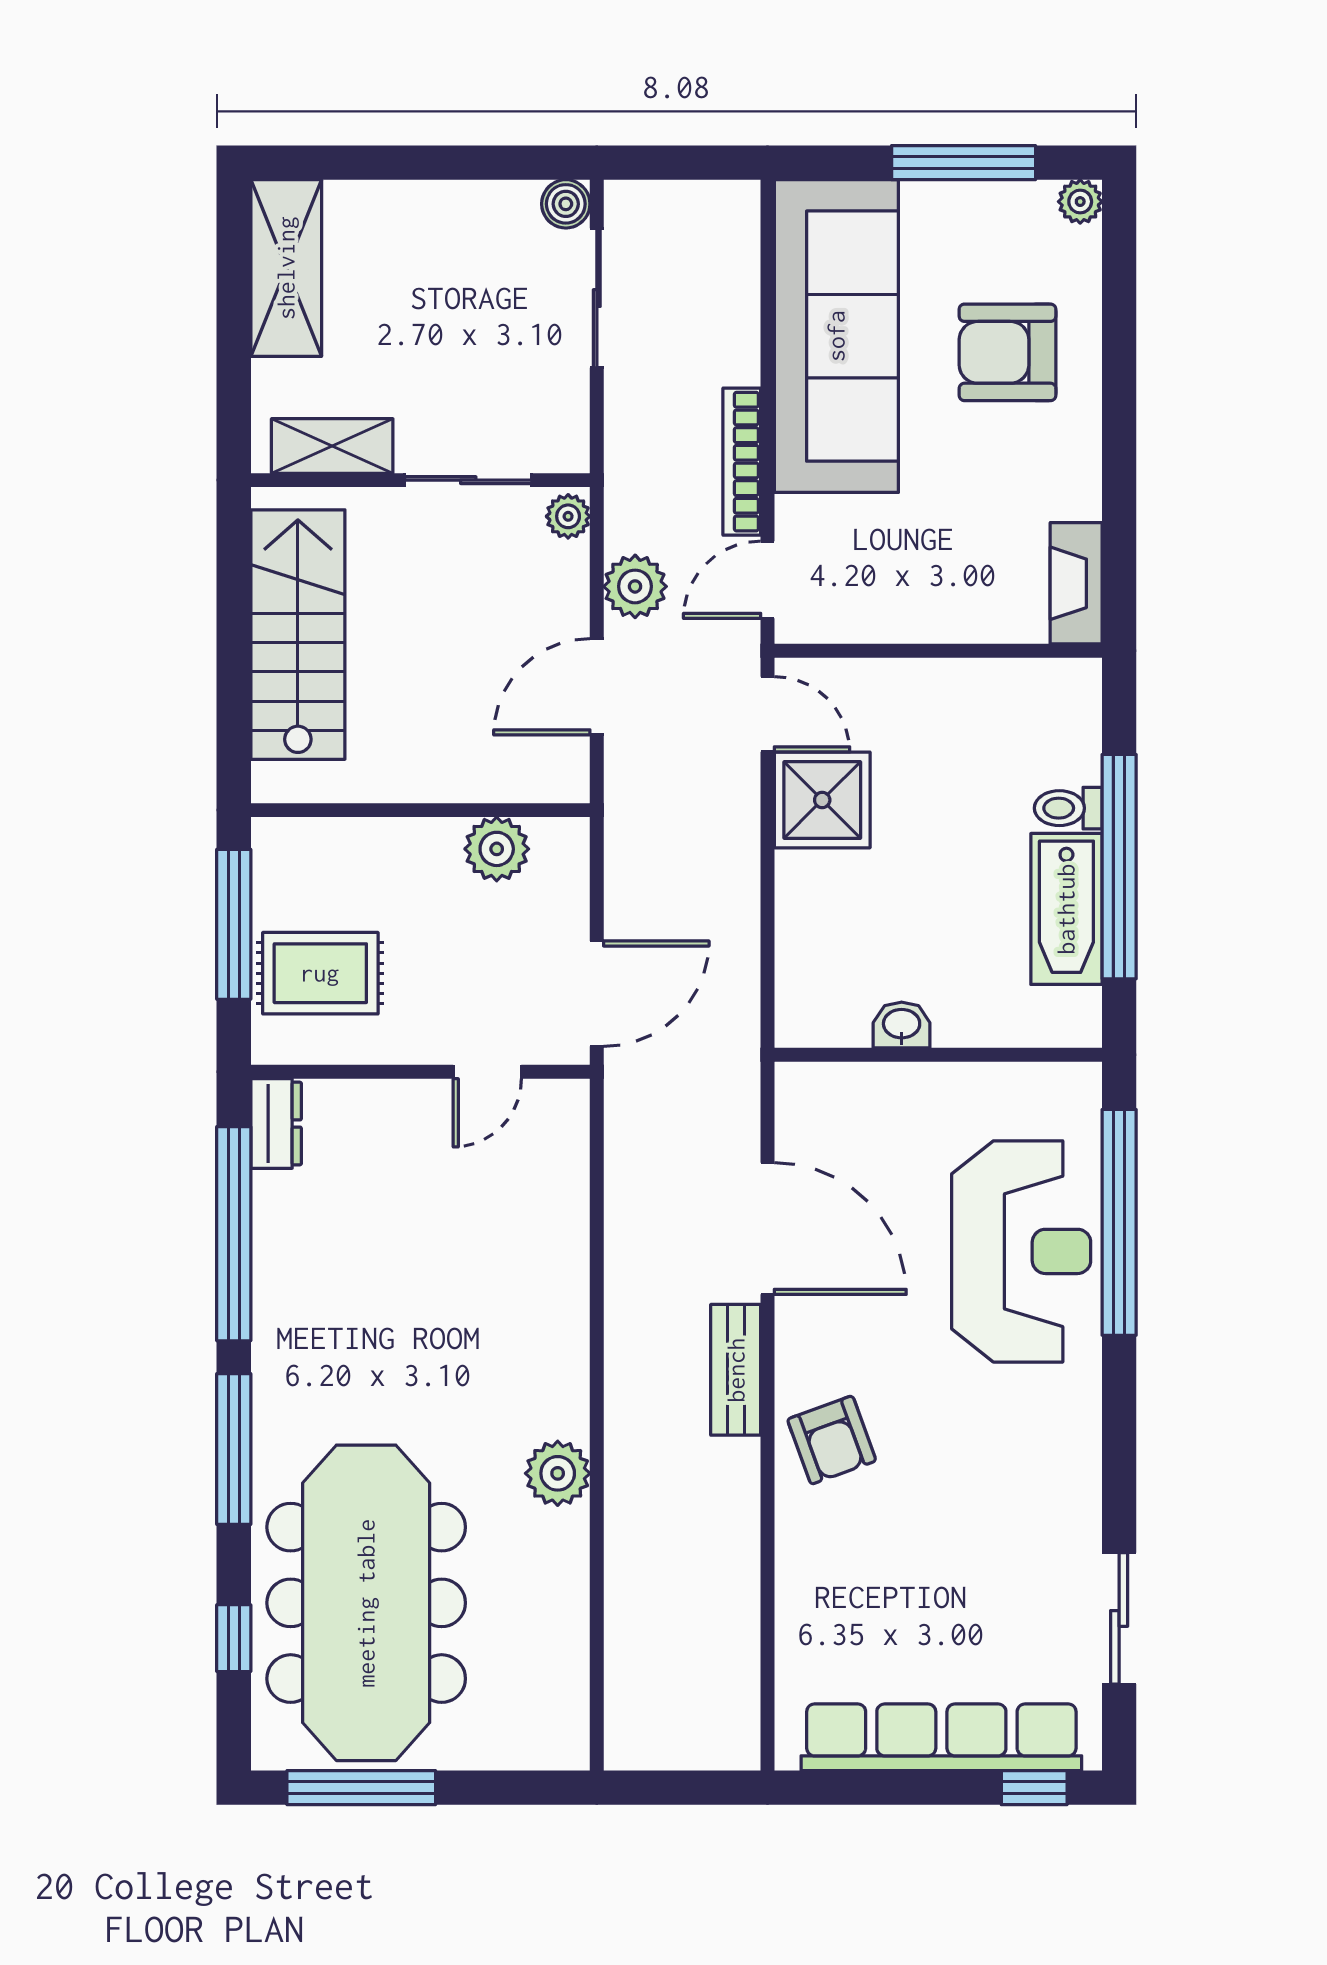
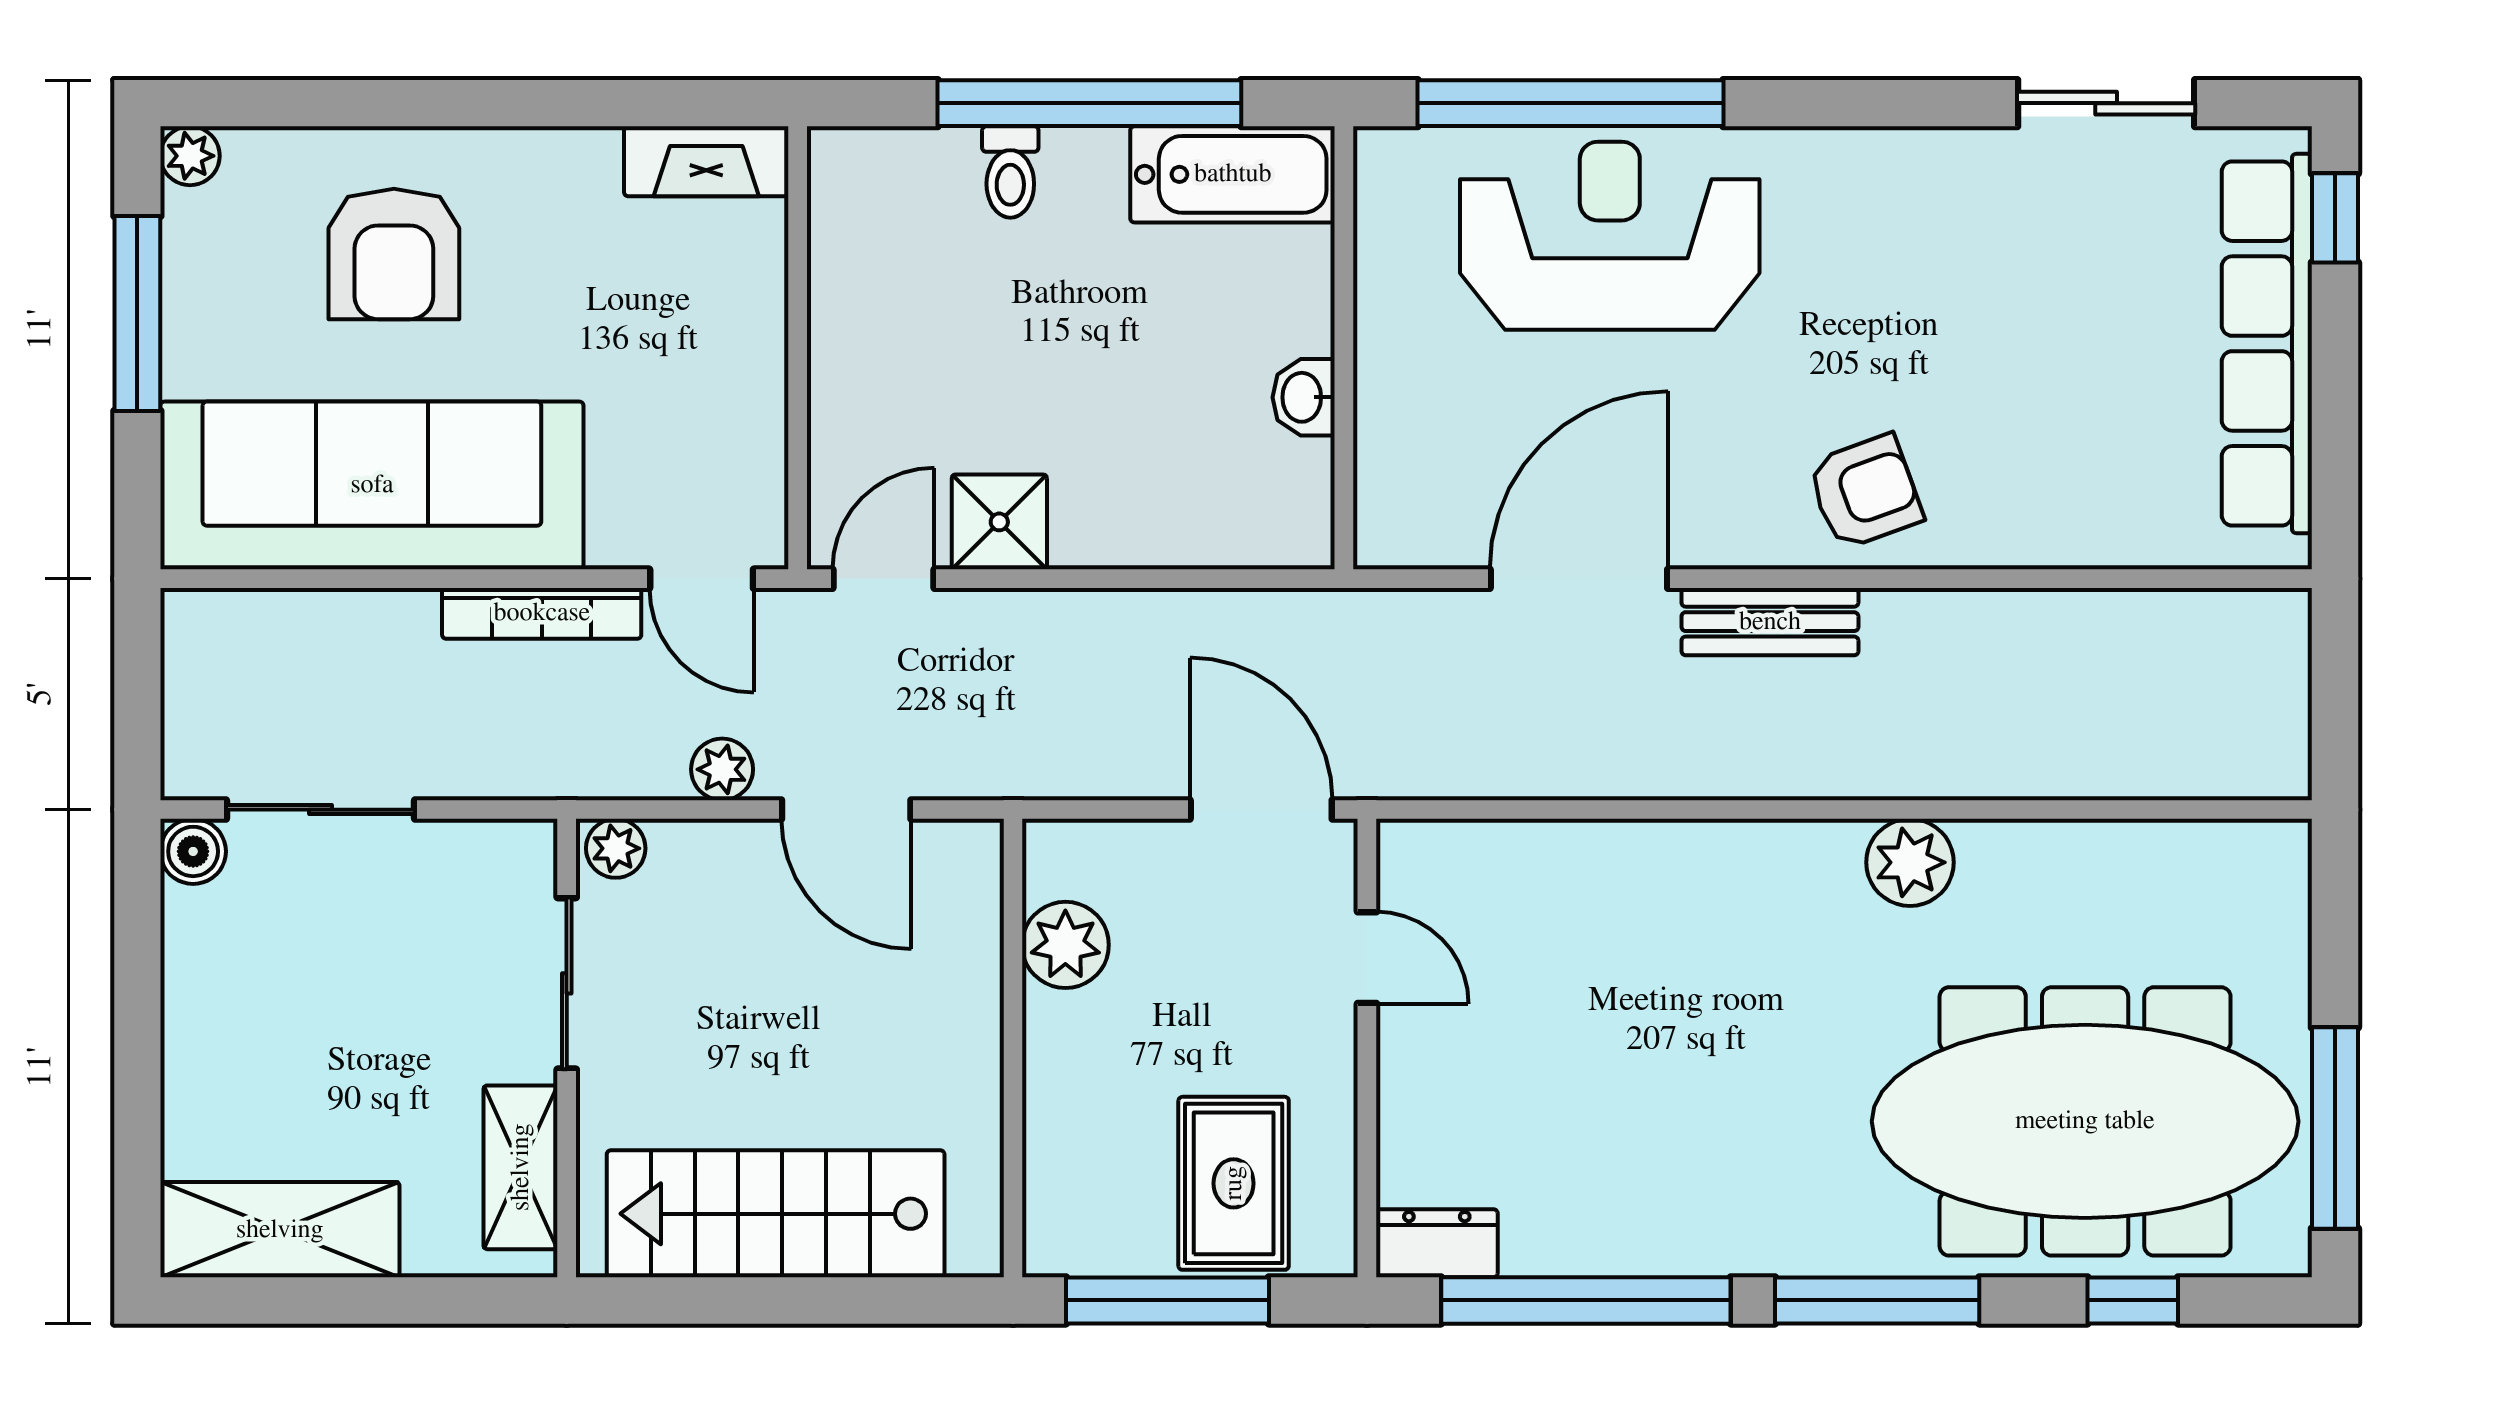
plant: (635, 586) -> (722, 769), width x0.73, depth x0.73
shower: (822, 800) -> (999, 522), width x0.73, depth x0.73
bathtub: (1066, 909) -> (1233, 174), moved

